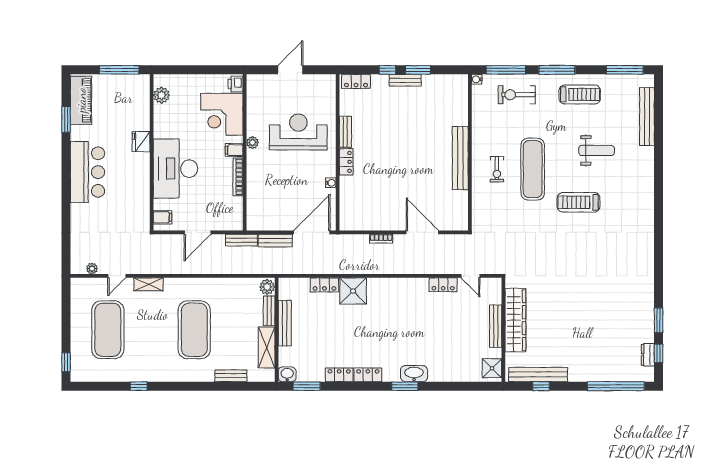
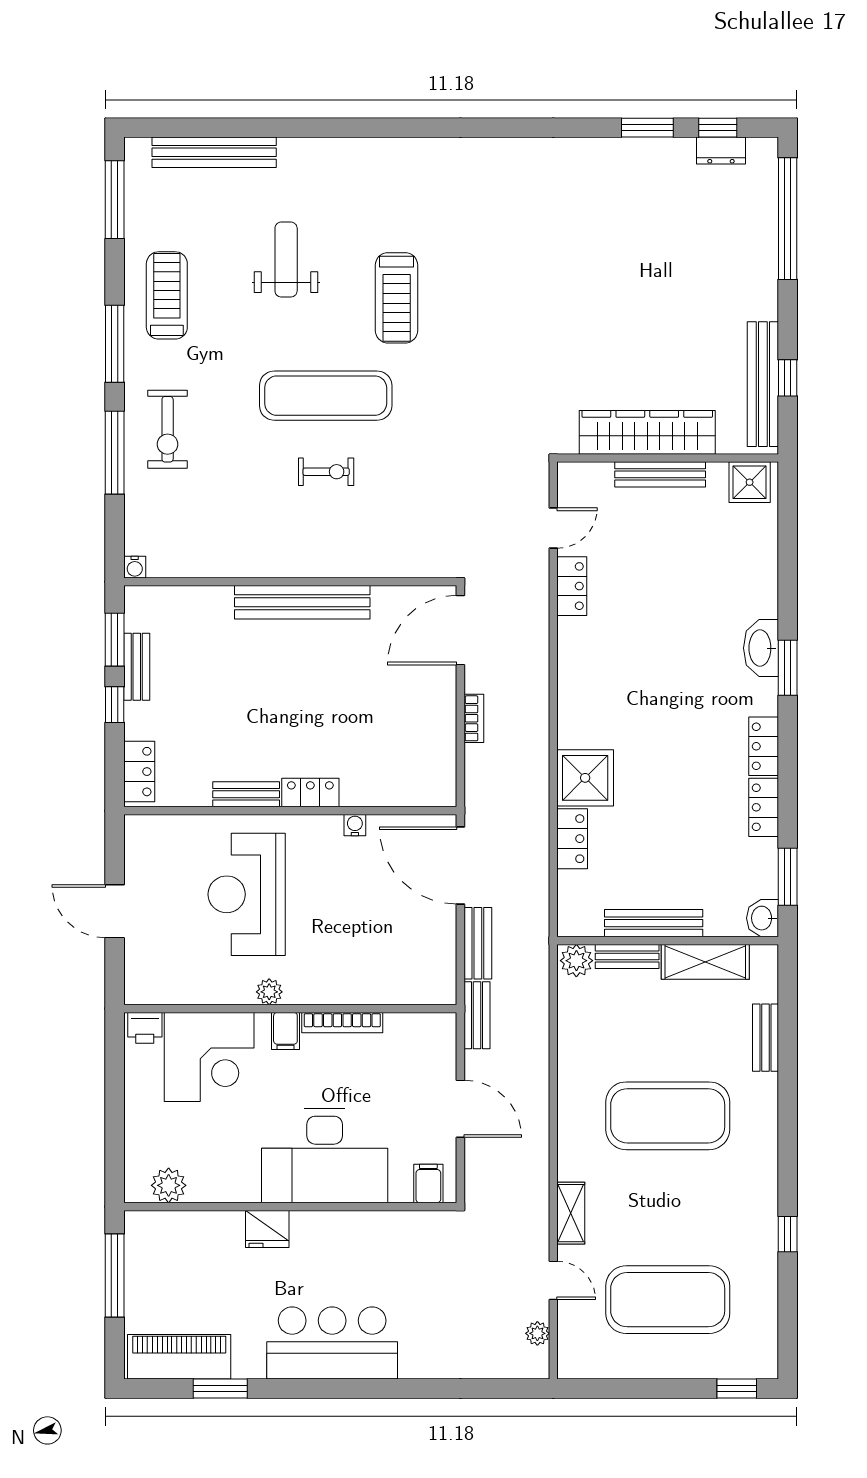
water cooler: (477, 79) -> (135, 567), moved
wall: (470, 152) -> (290, 582), moved
bench: (460, 158) -> (302, 602), moved

